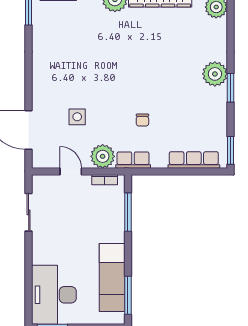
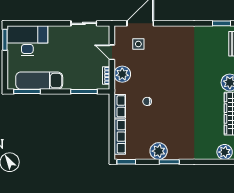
plant: (215, 74) -> (159, 151), moved
side table: (77, 117) -> (138, 44), moved
row of seats: (133, 160) -> (120, 106), moved
door: (71, 171) -> (112, 52), swing flipped

